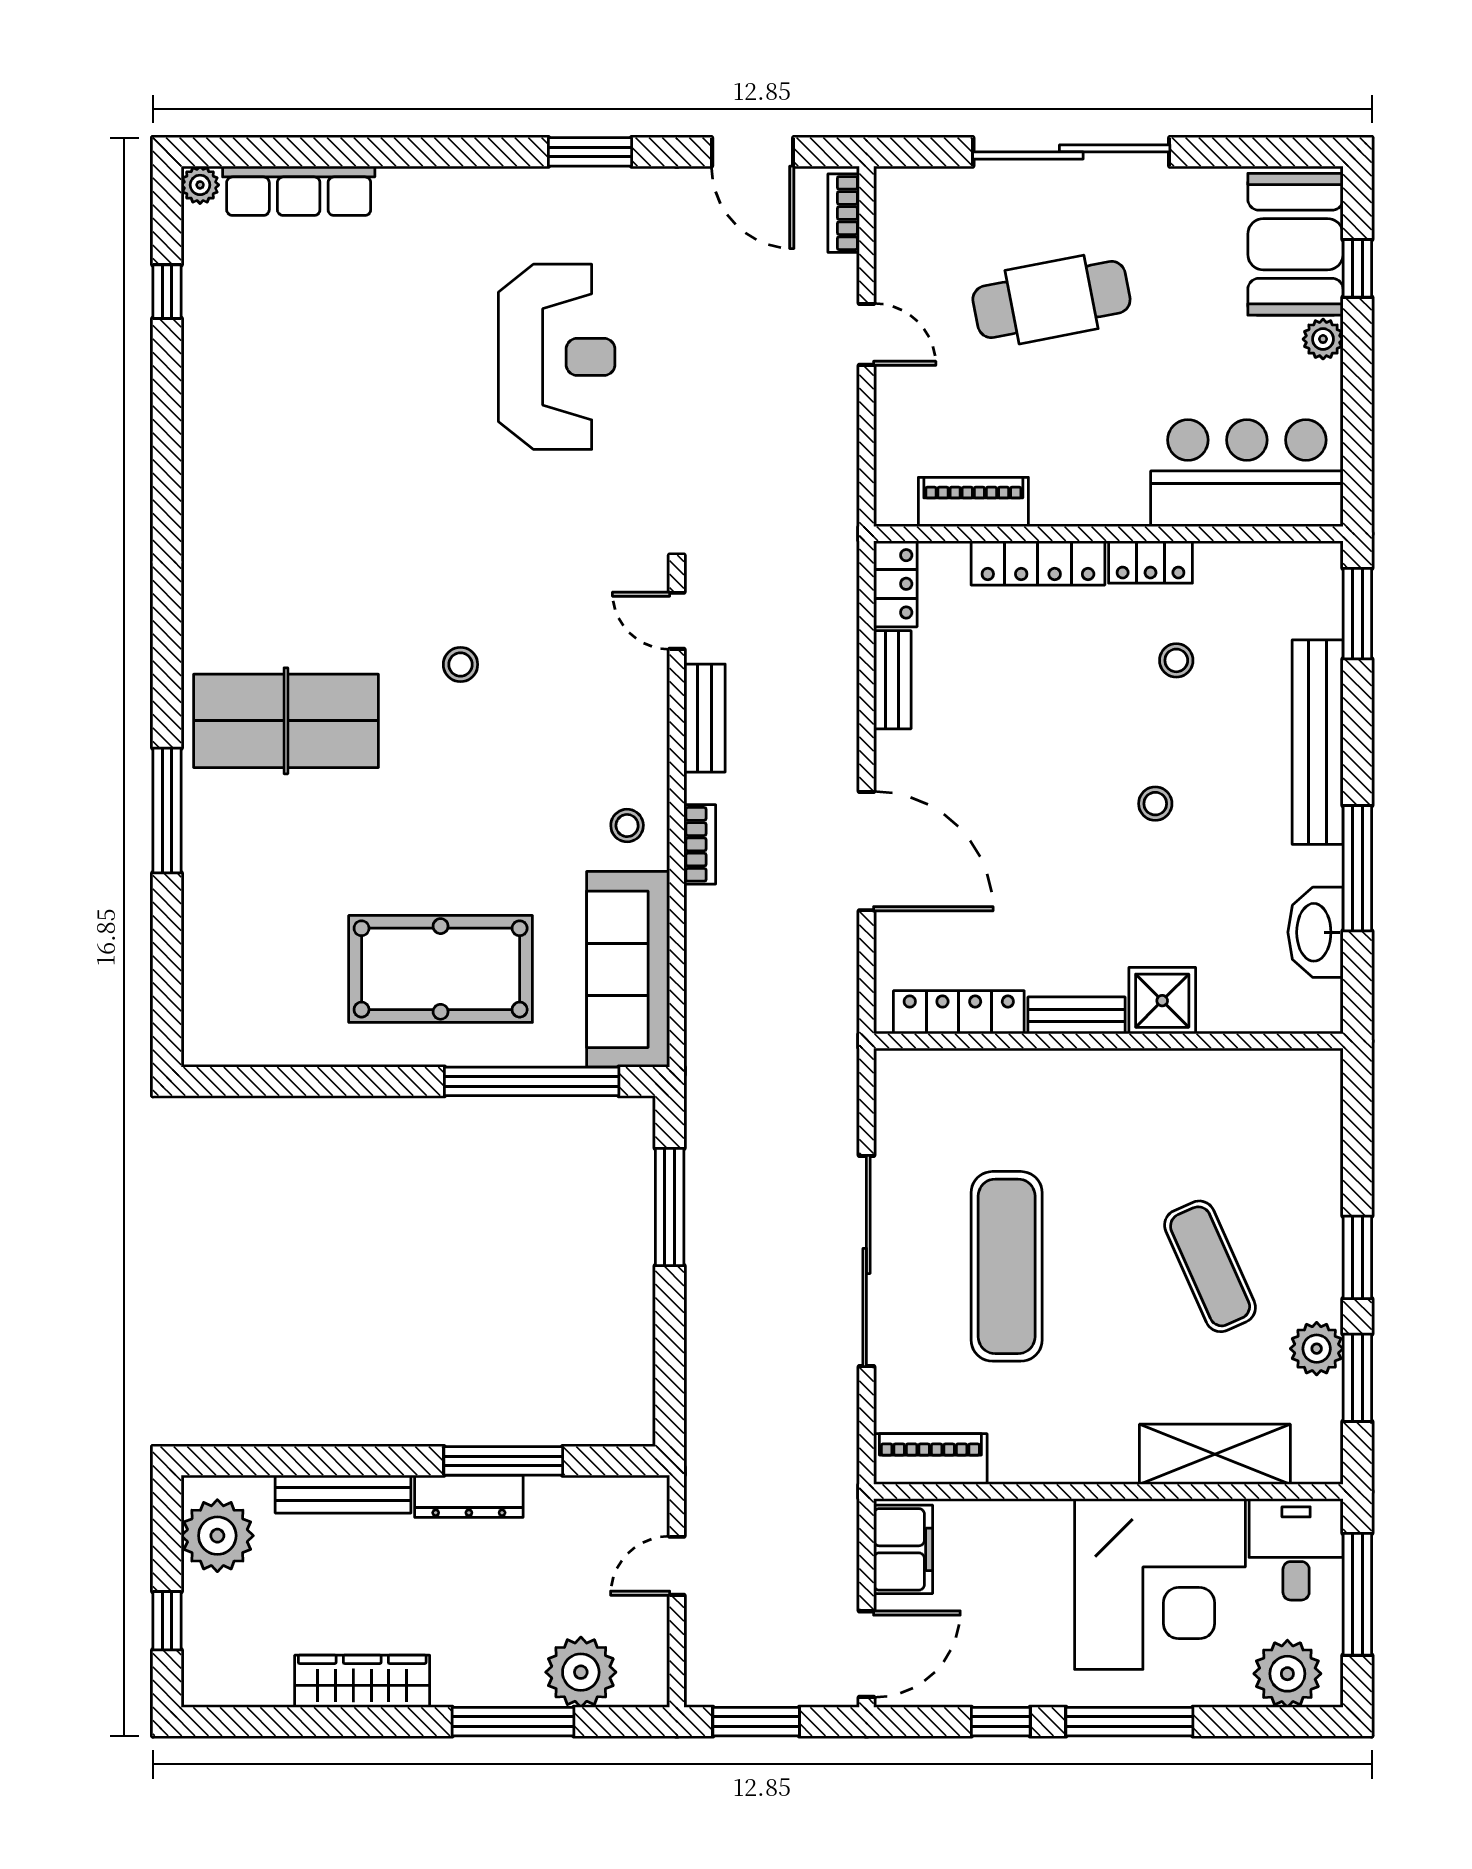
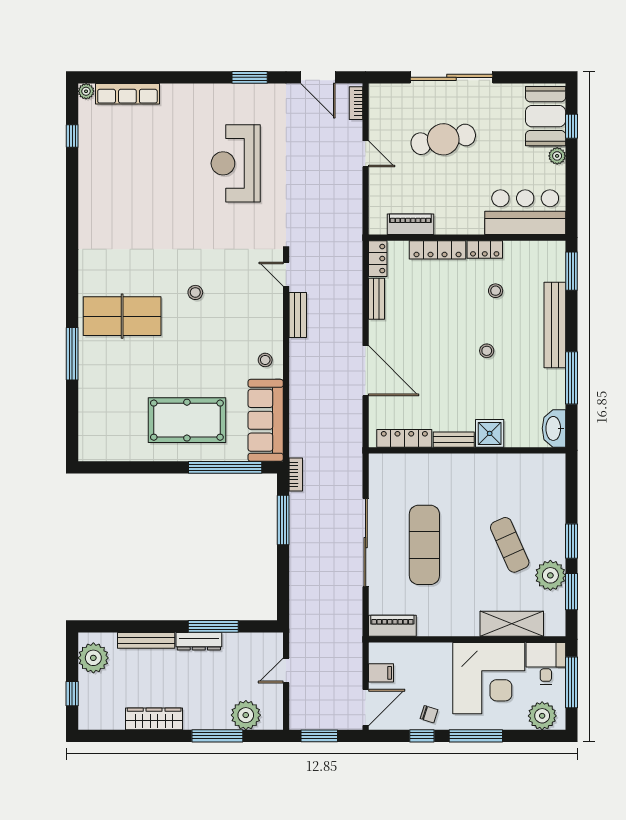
reception desk: (557, 357) -> (236, 163), turned 180
bookcase: (700, 844) -> (296, 474), moved
washbasin: (1315, 932) -> (554, 428), moved
plant: (1317, 1349) -> (550, 575), width x1.36, depth x1.36
filing cabinet: (903, 1549) -> (381, 673), width x0.50
chair: (1018, 1670) -> (429, 714), added

